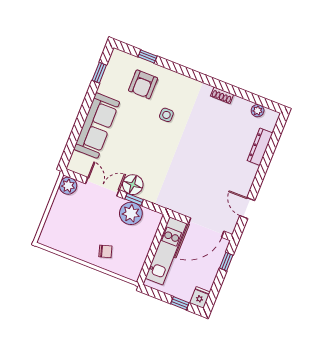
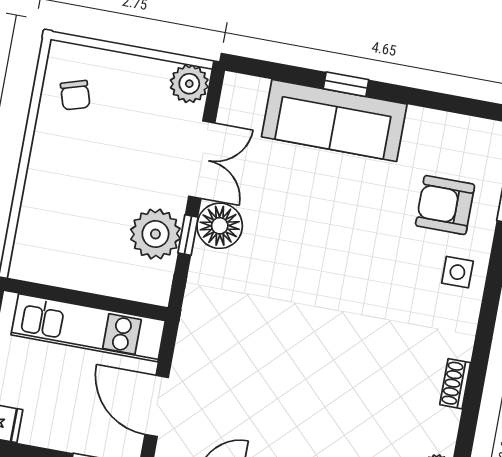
window: (99, 73) -> (346, 84), moved
side table: (166, 115) -> (457, 272), moved
door: (206, 228) -> (157, 406), width x0.73
chair: (105, 251) -> (75, 95), moved

